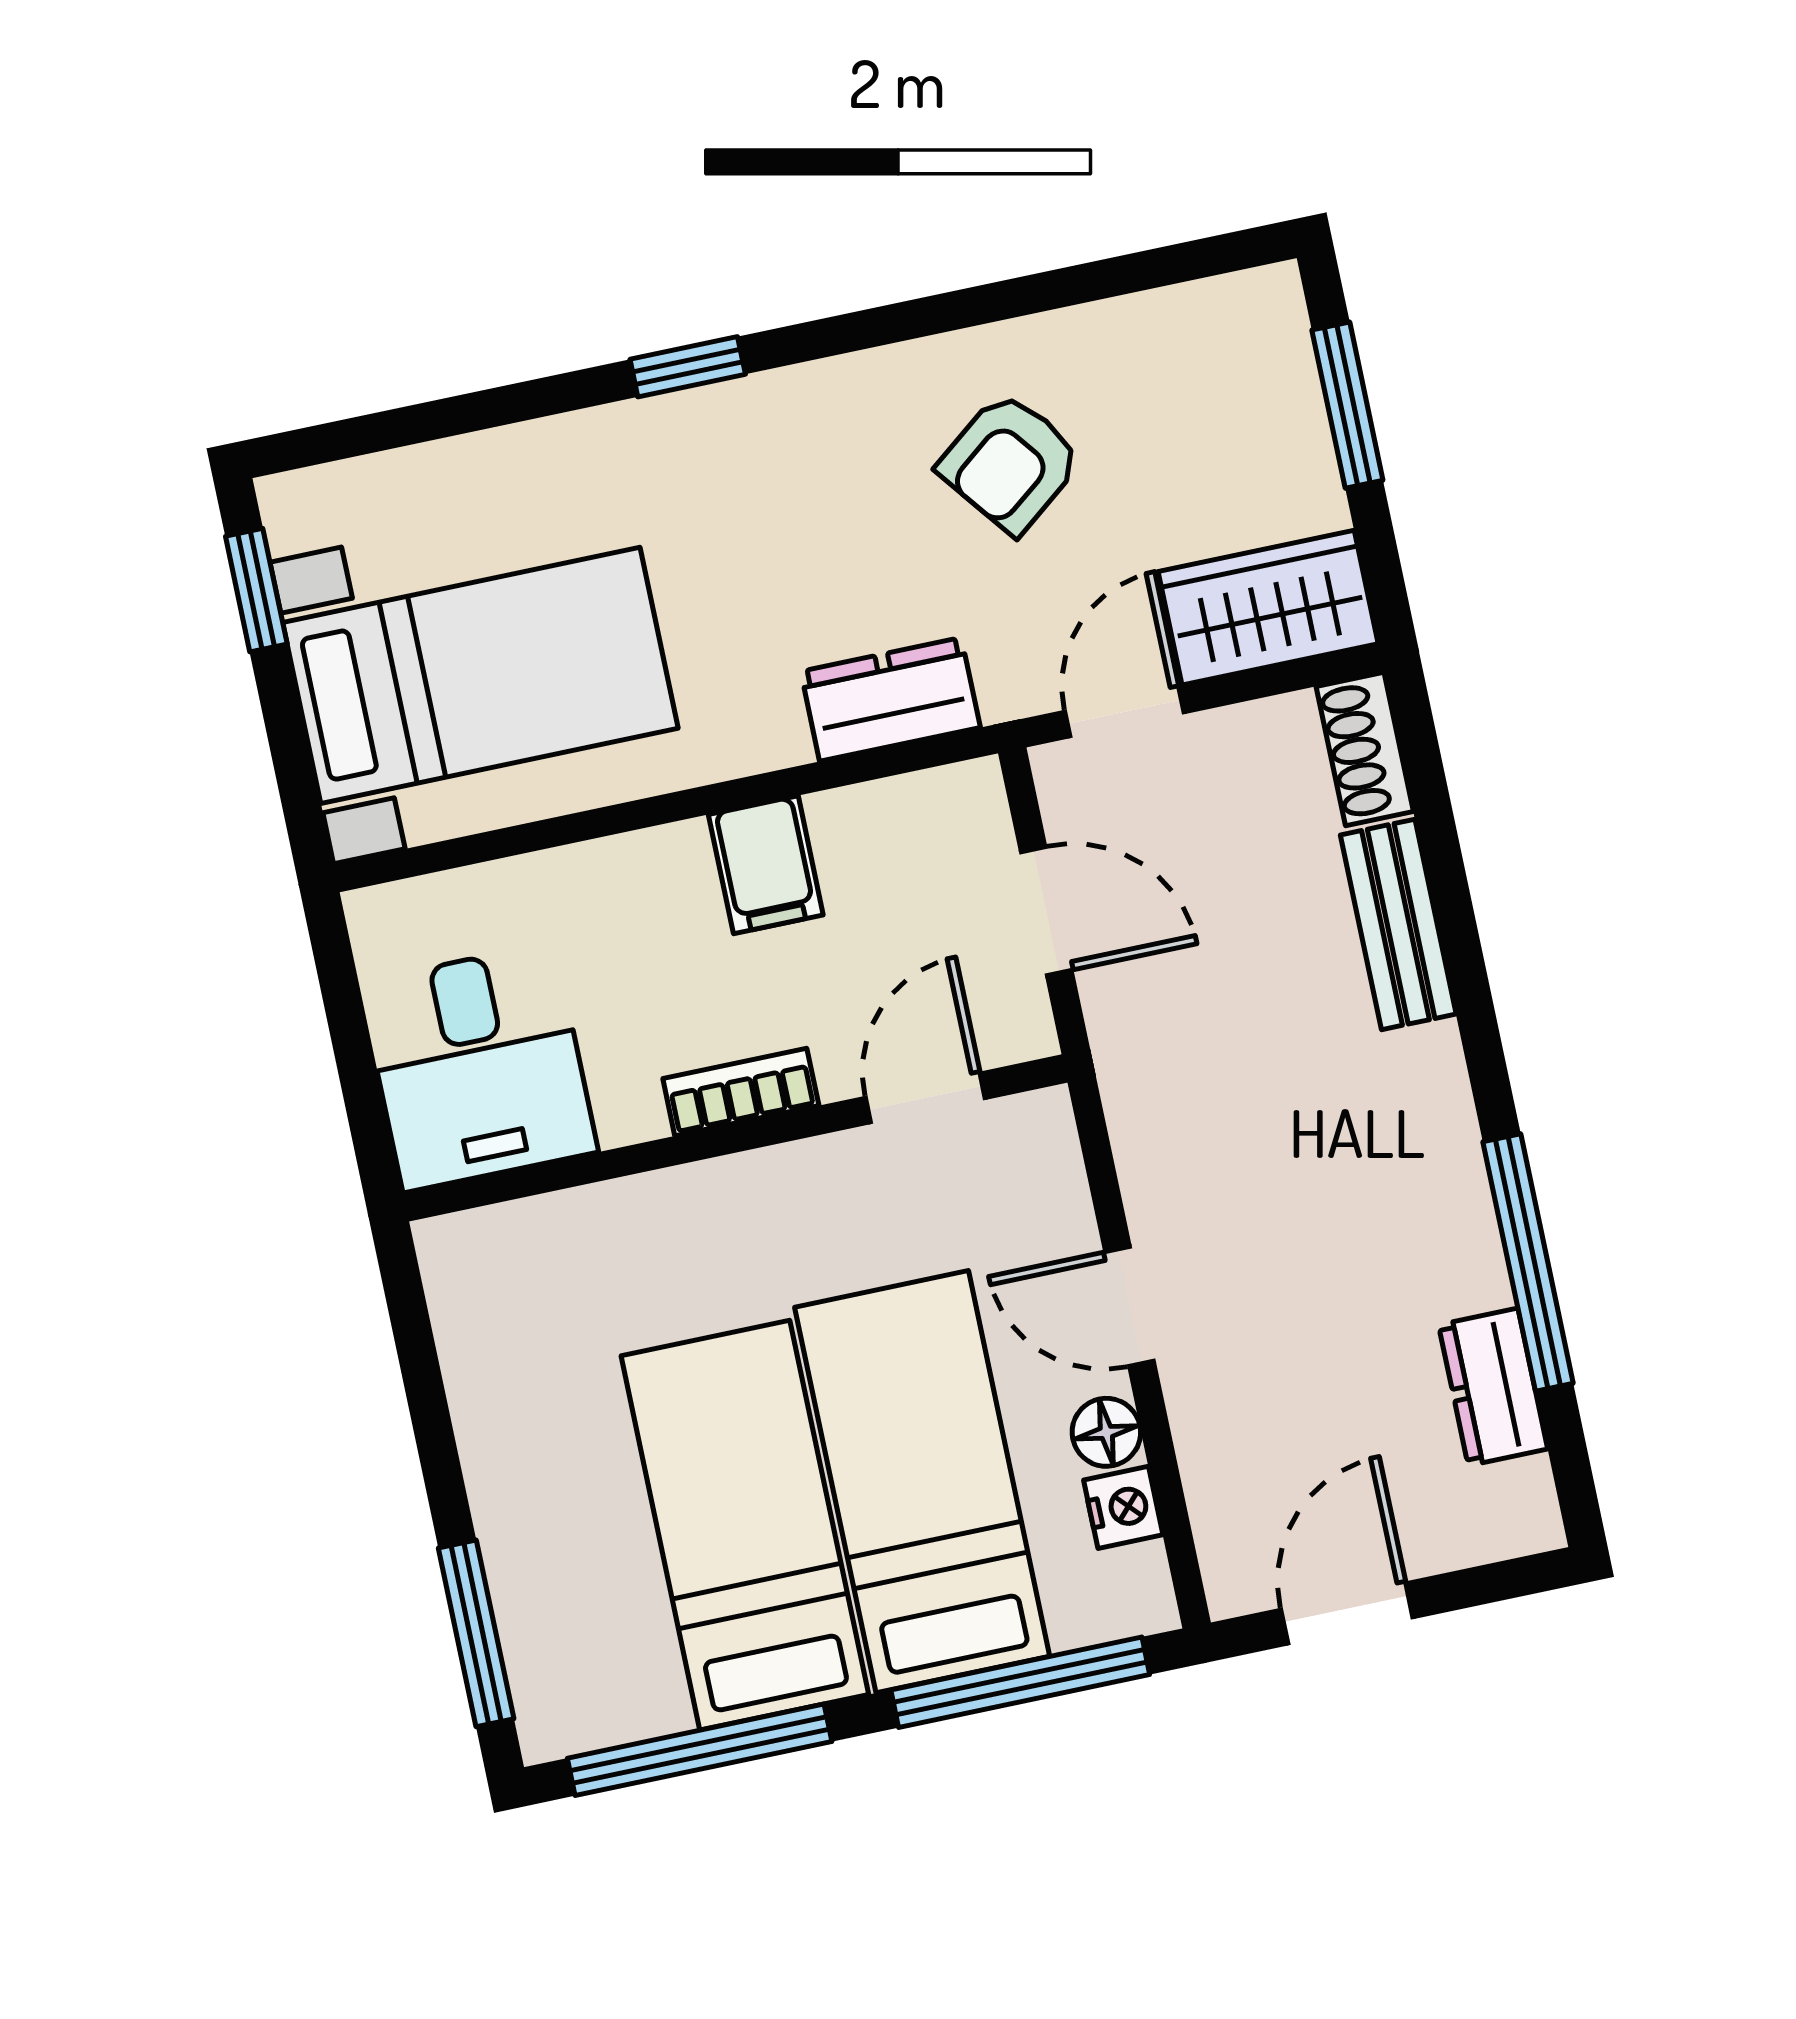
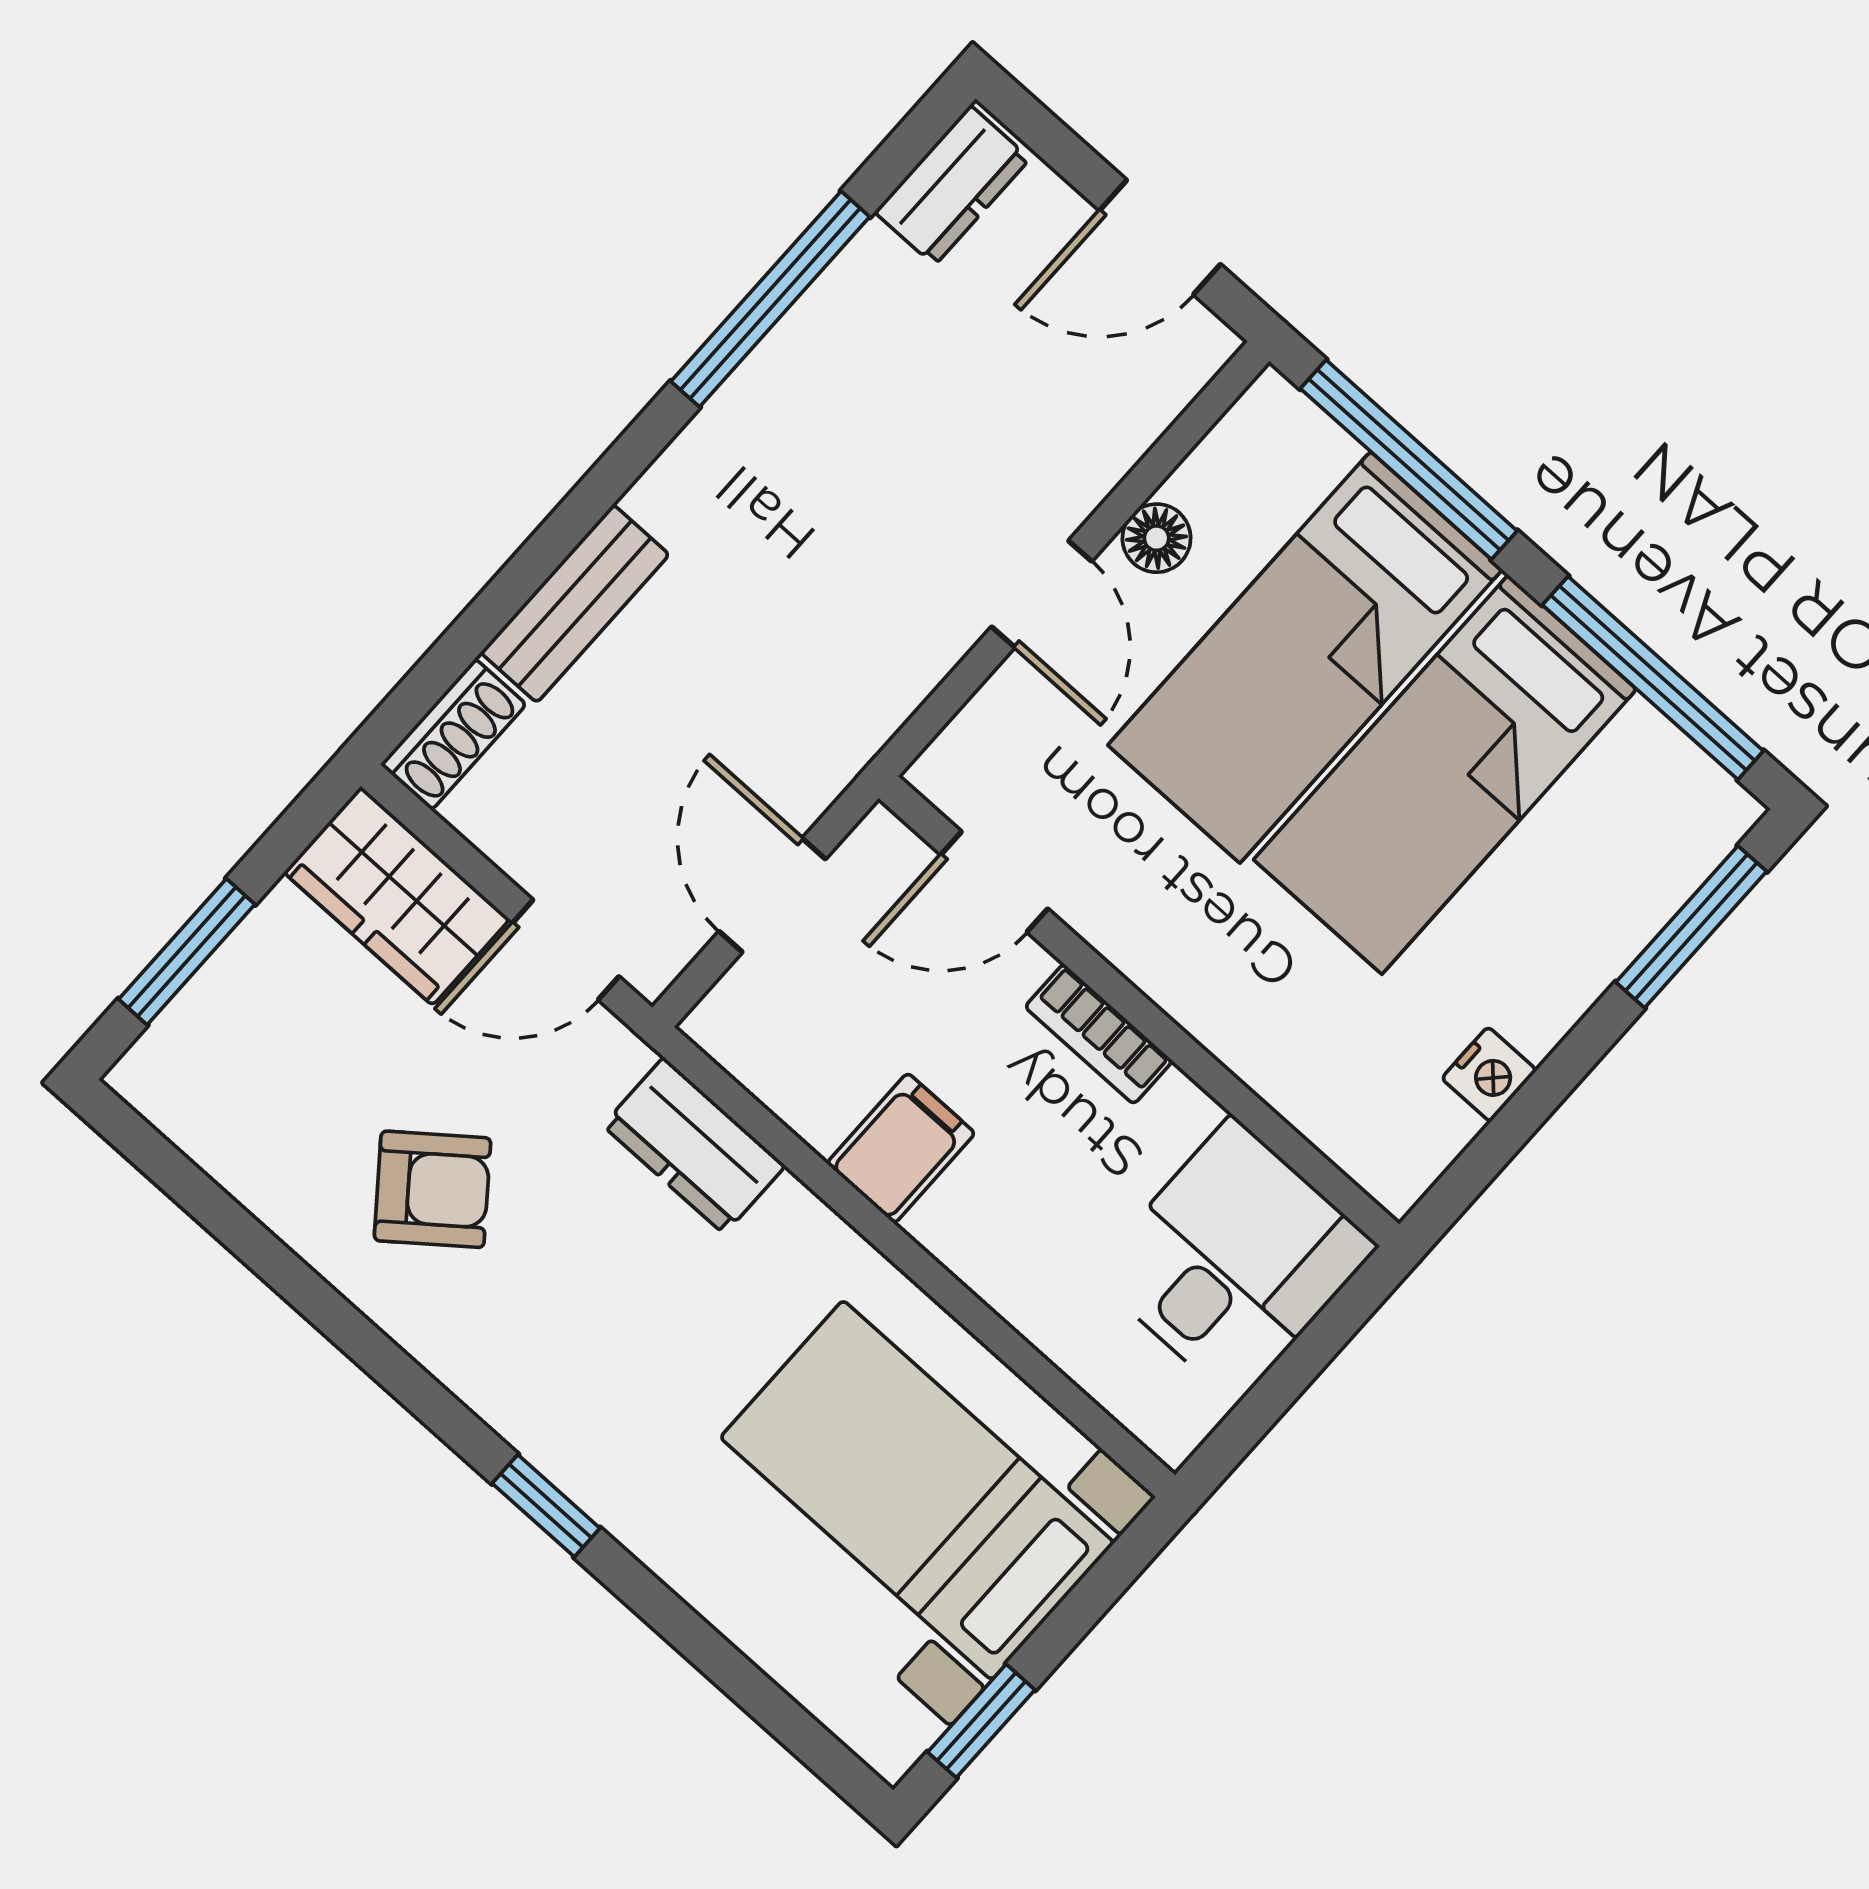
dresser: (1493, 1387) -> (952, 185), moved
nightstand: (1123, 1507) -> (1489, 1074), moved, turned 180

